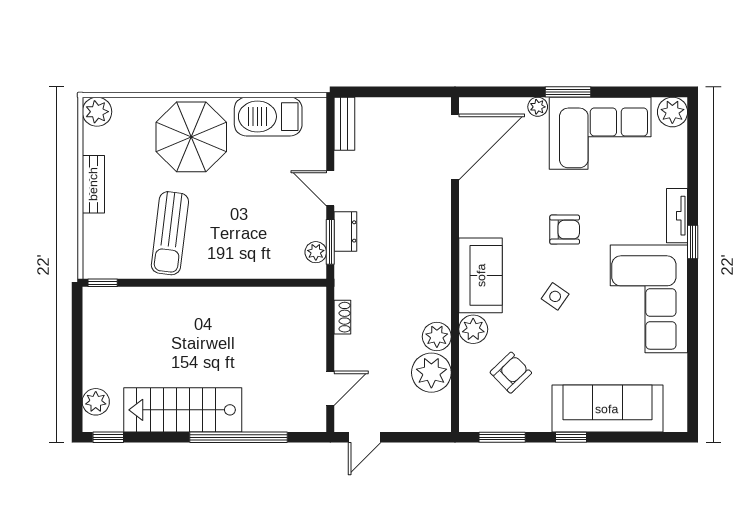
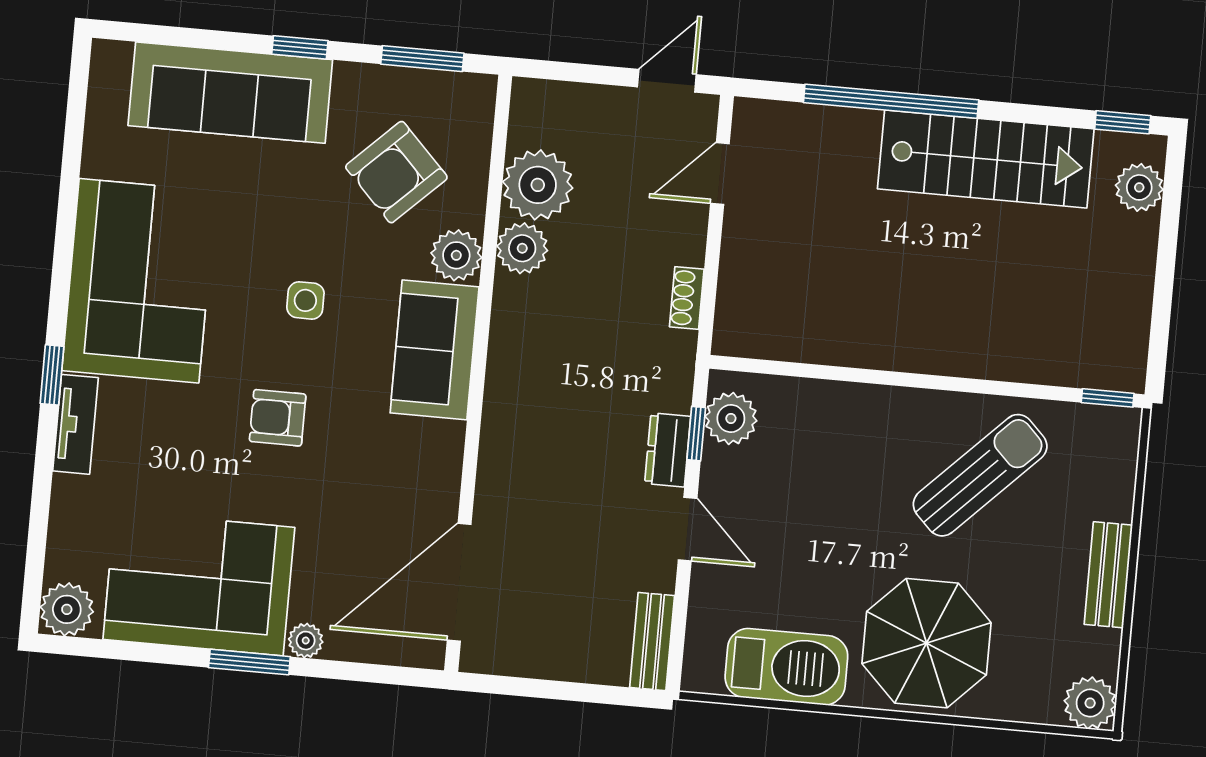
sun lounger: (170, 233) -> (980, 475), turned 38
window: (330, 242) -> (696, 434), width x0.67
plant: (316, 252) -> (731, 419), width x1.38, depth x1.38
side table: (555, 296) -> (305, 300), turned -35
armchair: (511, 373) -> (396, 172), width x1.38, depth x1.38

